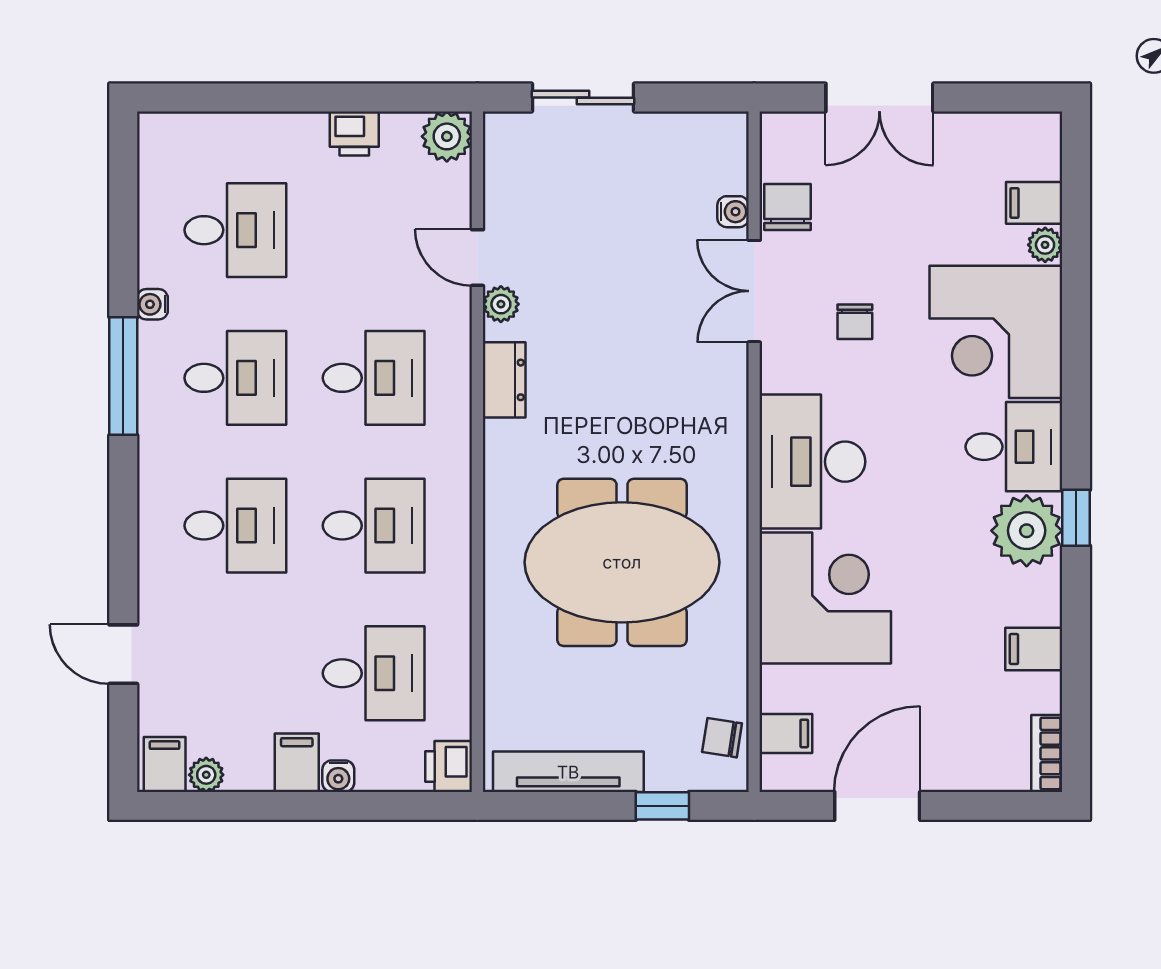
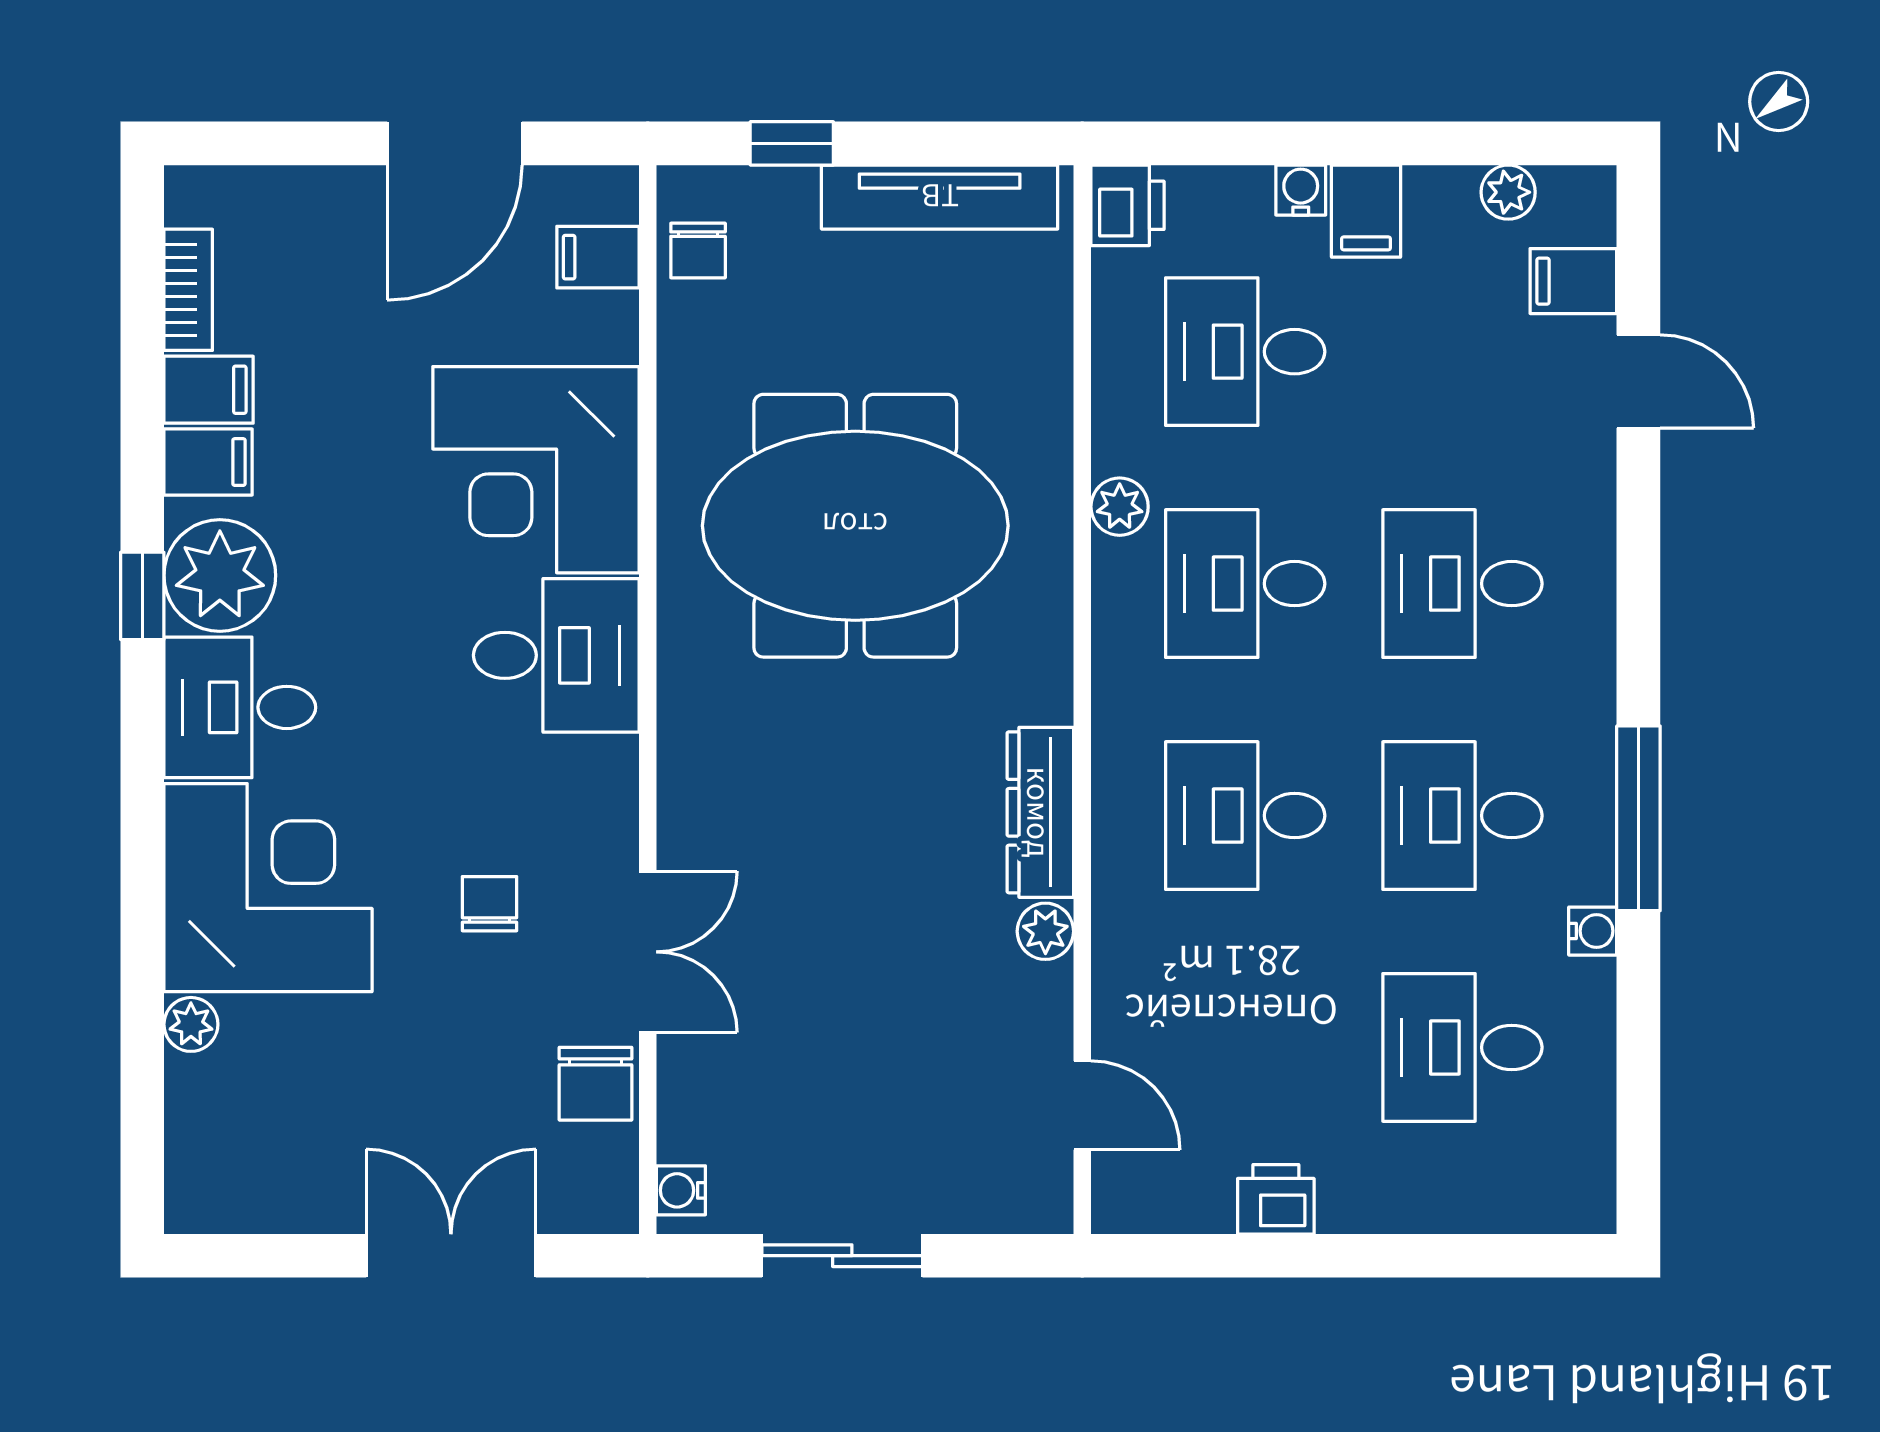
sliding door: (583, 98) -> (842, 1256), moved
plant: (447, 136) -> (1120, 507), moved, width x0.73, depth x0.73
filing cabinet: (1034, 203) -> (208, 462), moved
water cooler: (733, 212) -> (681, 1190), moved
door: (477, 258) -> (1082, 1105), moved
dresser: (504, 380) -> (1040, 812), width x1.44
desk: (812, 462) -> (556, 655), width x0.73
chair: (722, 738) -> (698, 251), turned 81
bookcase: (1047, 753) -> (188, 290), moved
filing cabinet: (165, 764) -> (1573, 281), moved, turned 90

